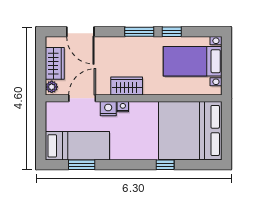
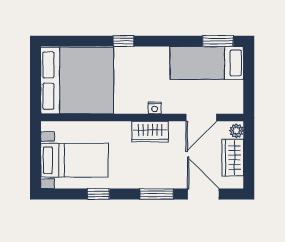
window: (139, 32) -> (157, 194), moved
nightstand: (108, 109) -> (171, 106), removed
window: (82, 165) -> (218, 41), moved
window: (165, 165) -> (123, 41), moved

